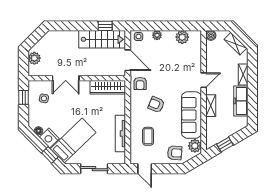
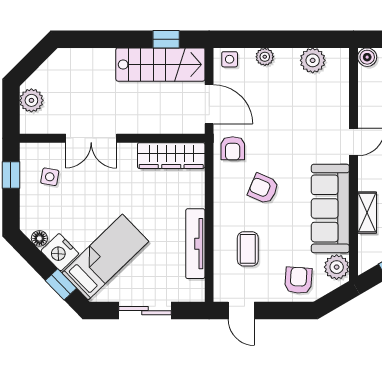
shelving: (211, 106) -> (367, 213), moved
armchair: (175, 153) -> (298, 280), turned -90

